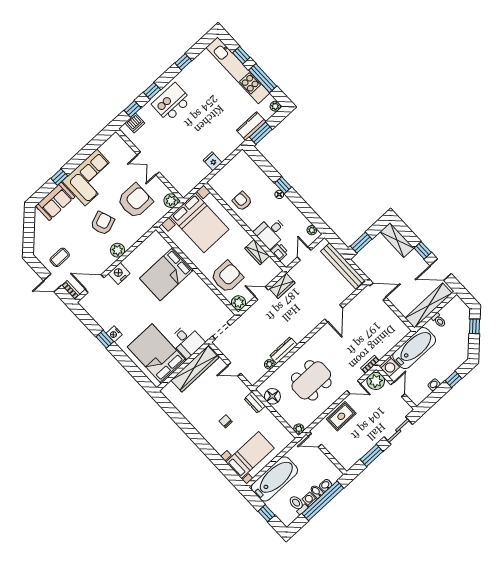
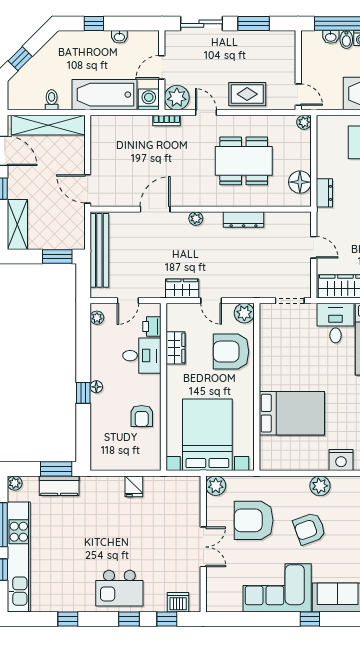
plant: (269, 364) -> (196, 219), moved

